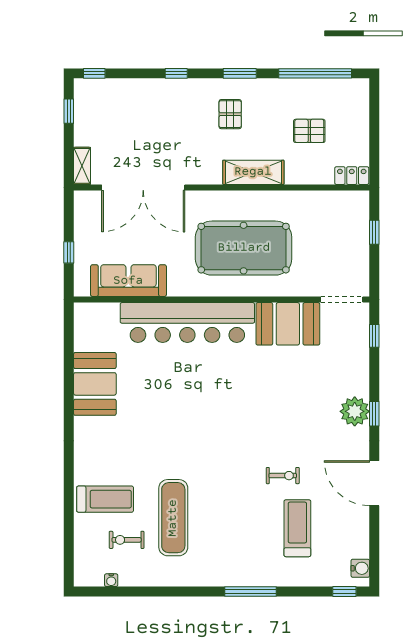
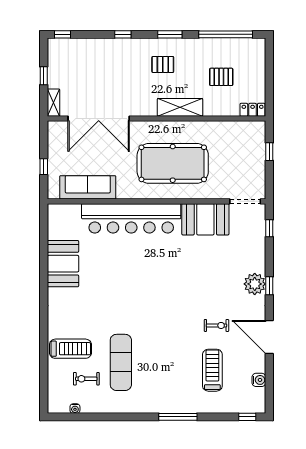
window: (69, 111) -> (44, 76), moved
pallet: (230, 114) -> (163, 64), turned 90
exercise bike: (283, 476) -> (216, 325), moved
water cooler: (360, 568) -> (259, 380), moved

